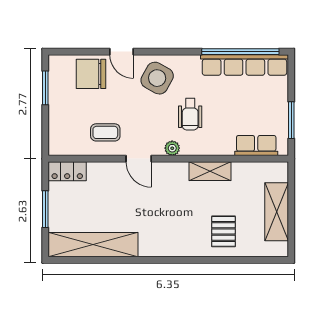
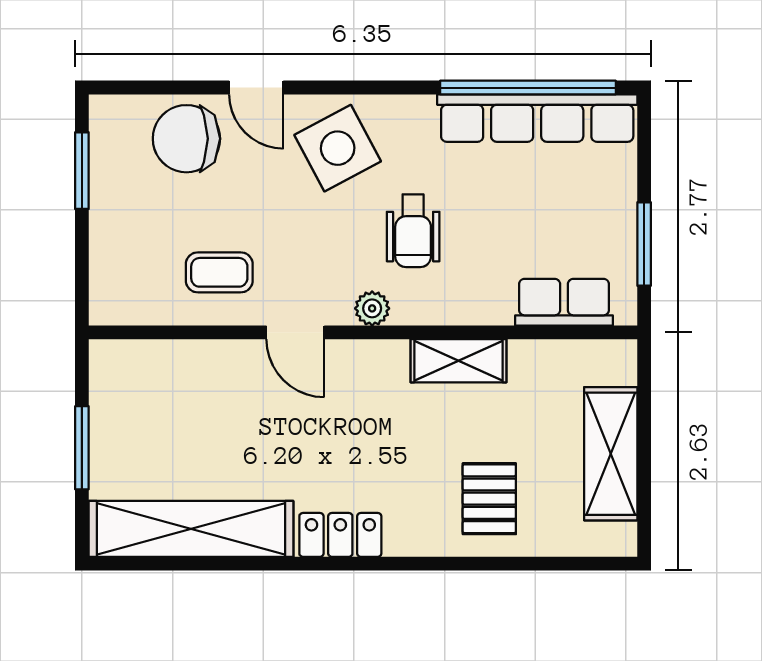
side table: (157, 78) -> (338, 148), turned 33
locker: (67, 171) -> (340, 535), moved, turned 180

